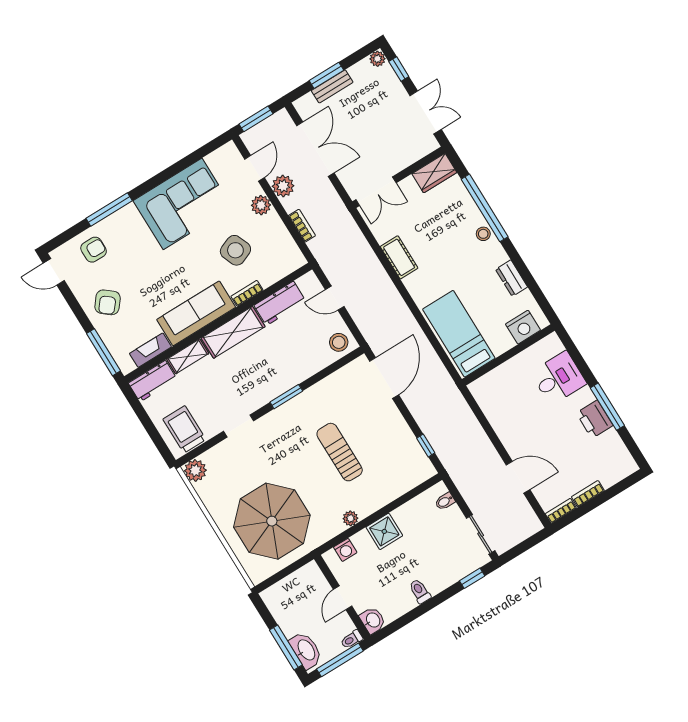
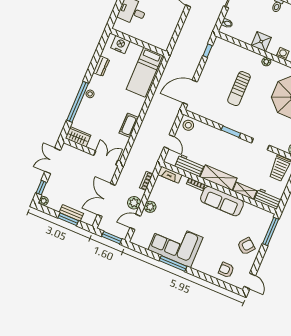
window: (109, 210) -> (173, 263), moved
side table: (235, 250) -> (180, 204), removed
fireplace: (150, 350) -> (170, 175), moved

